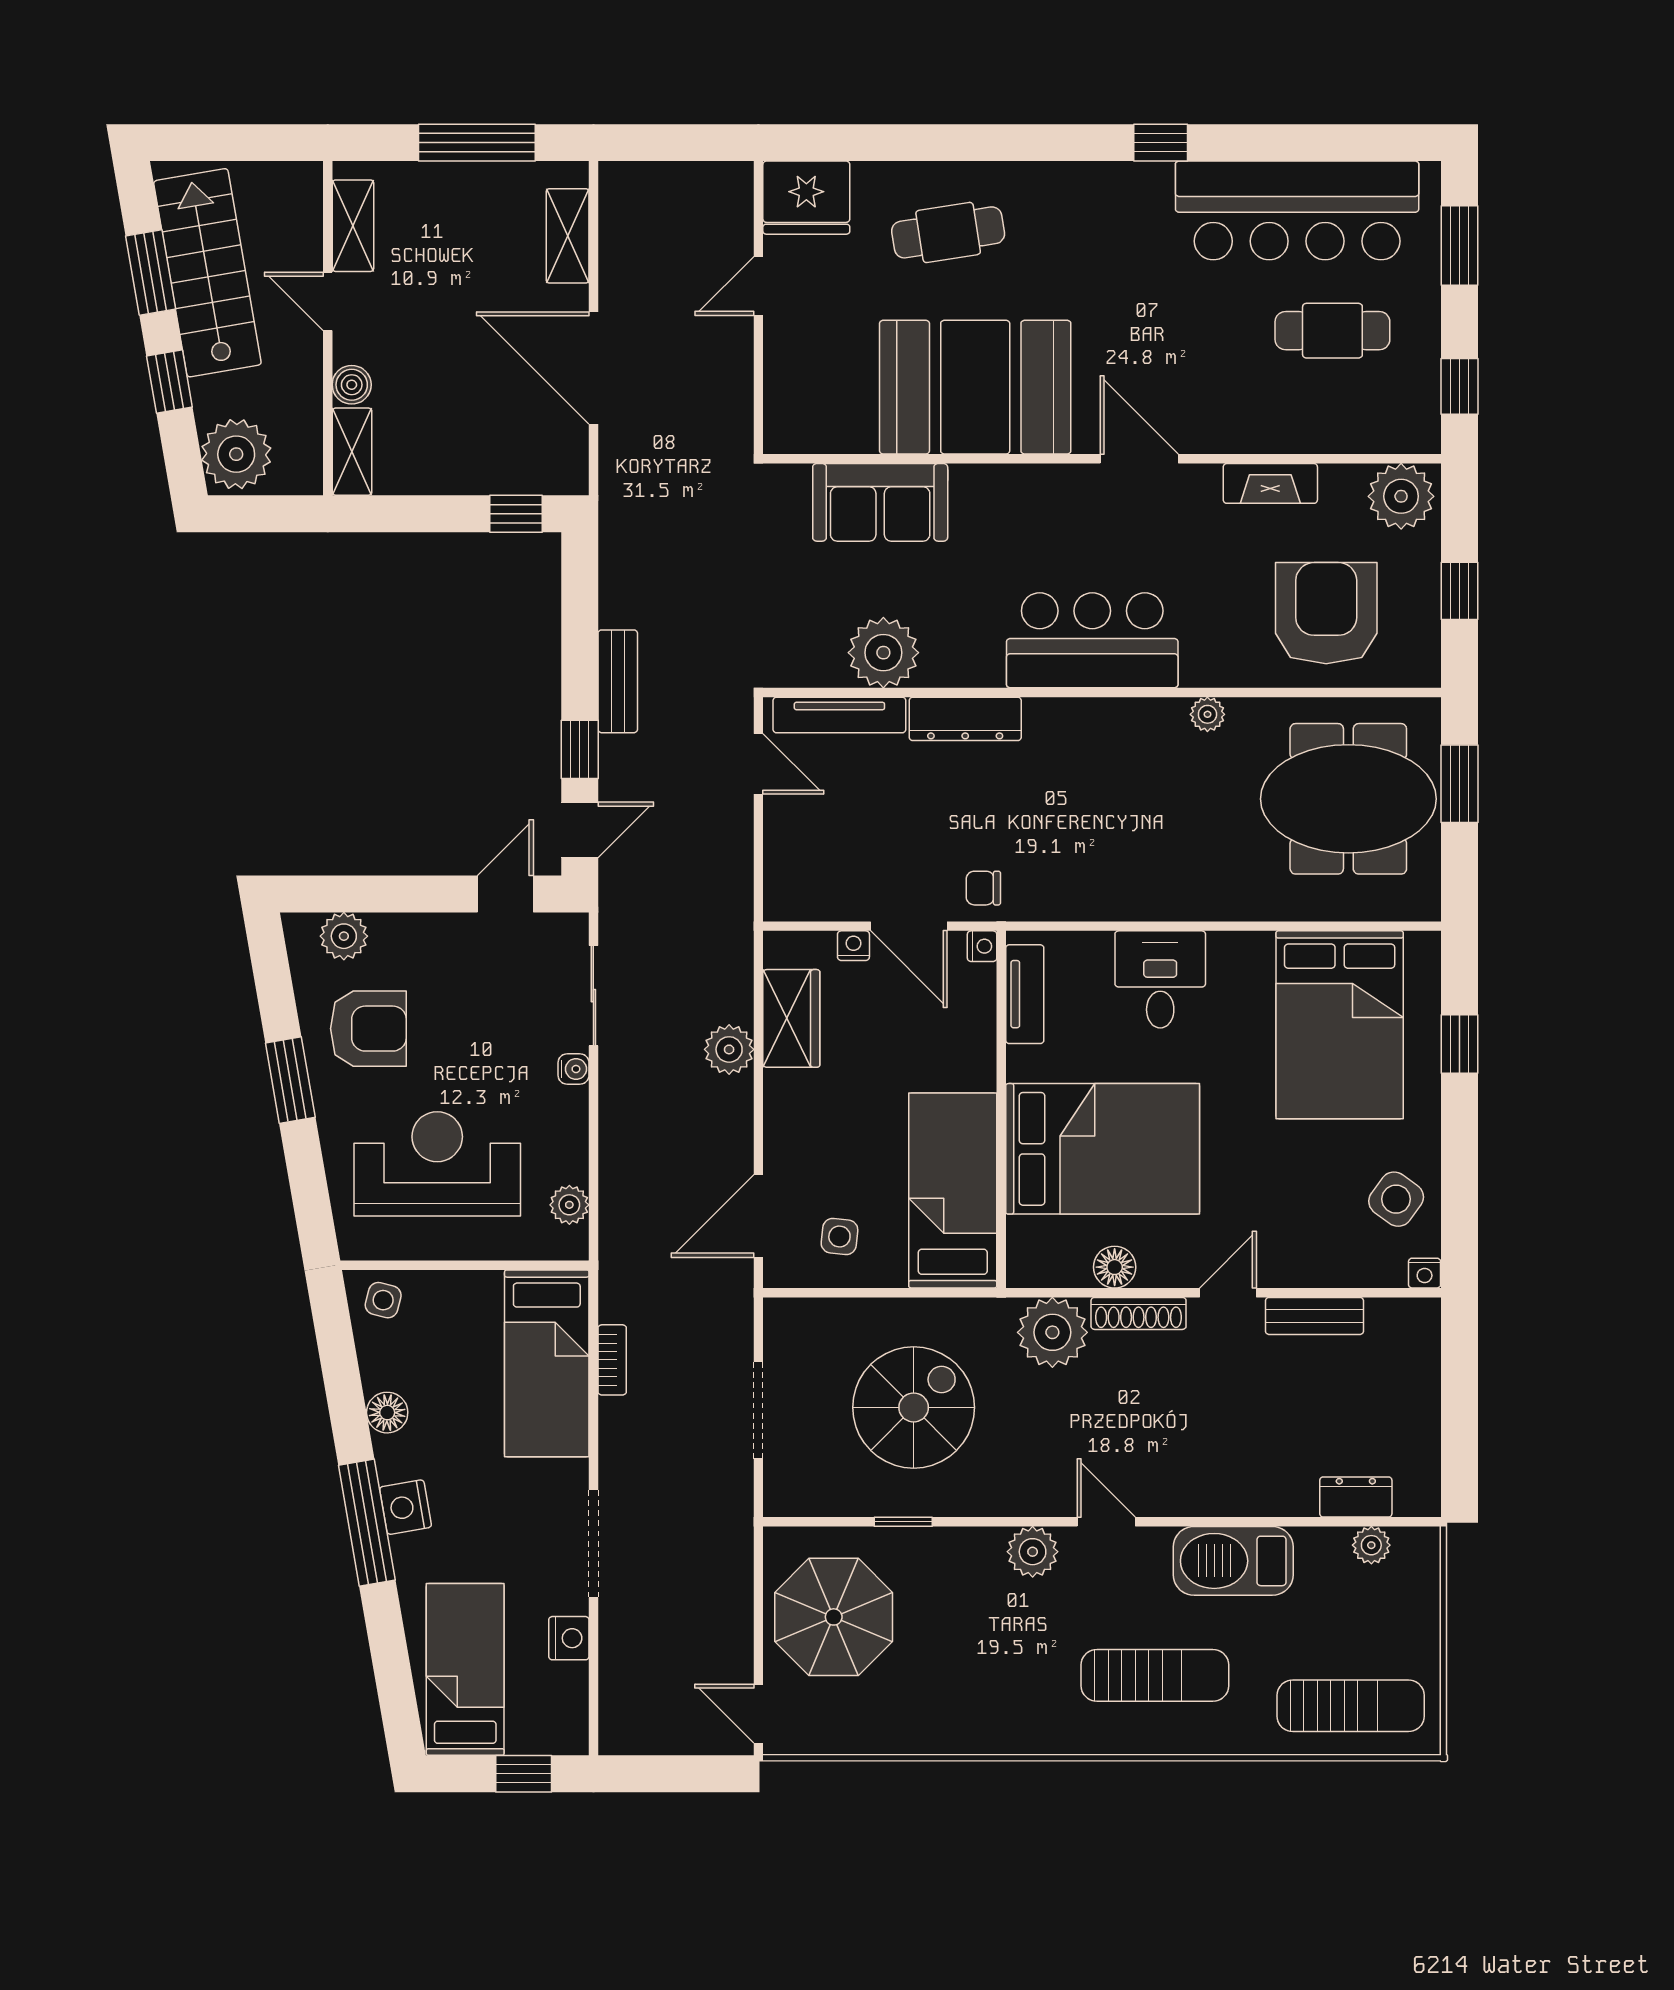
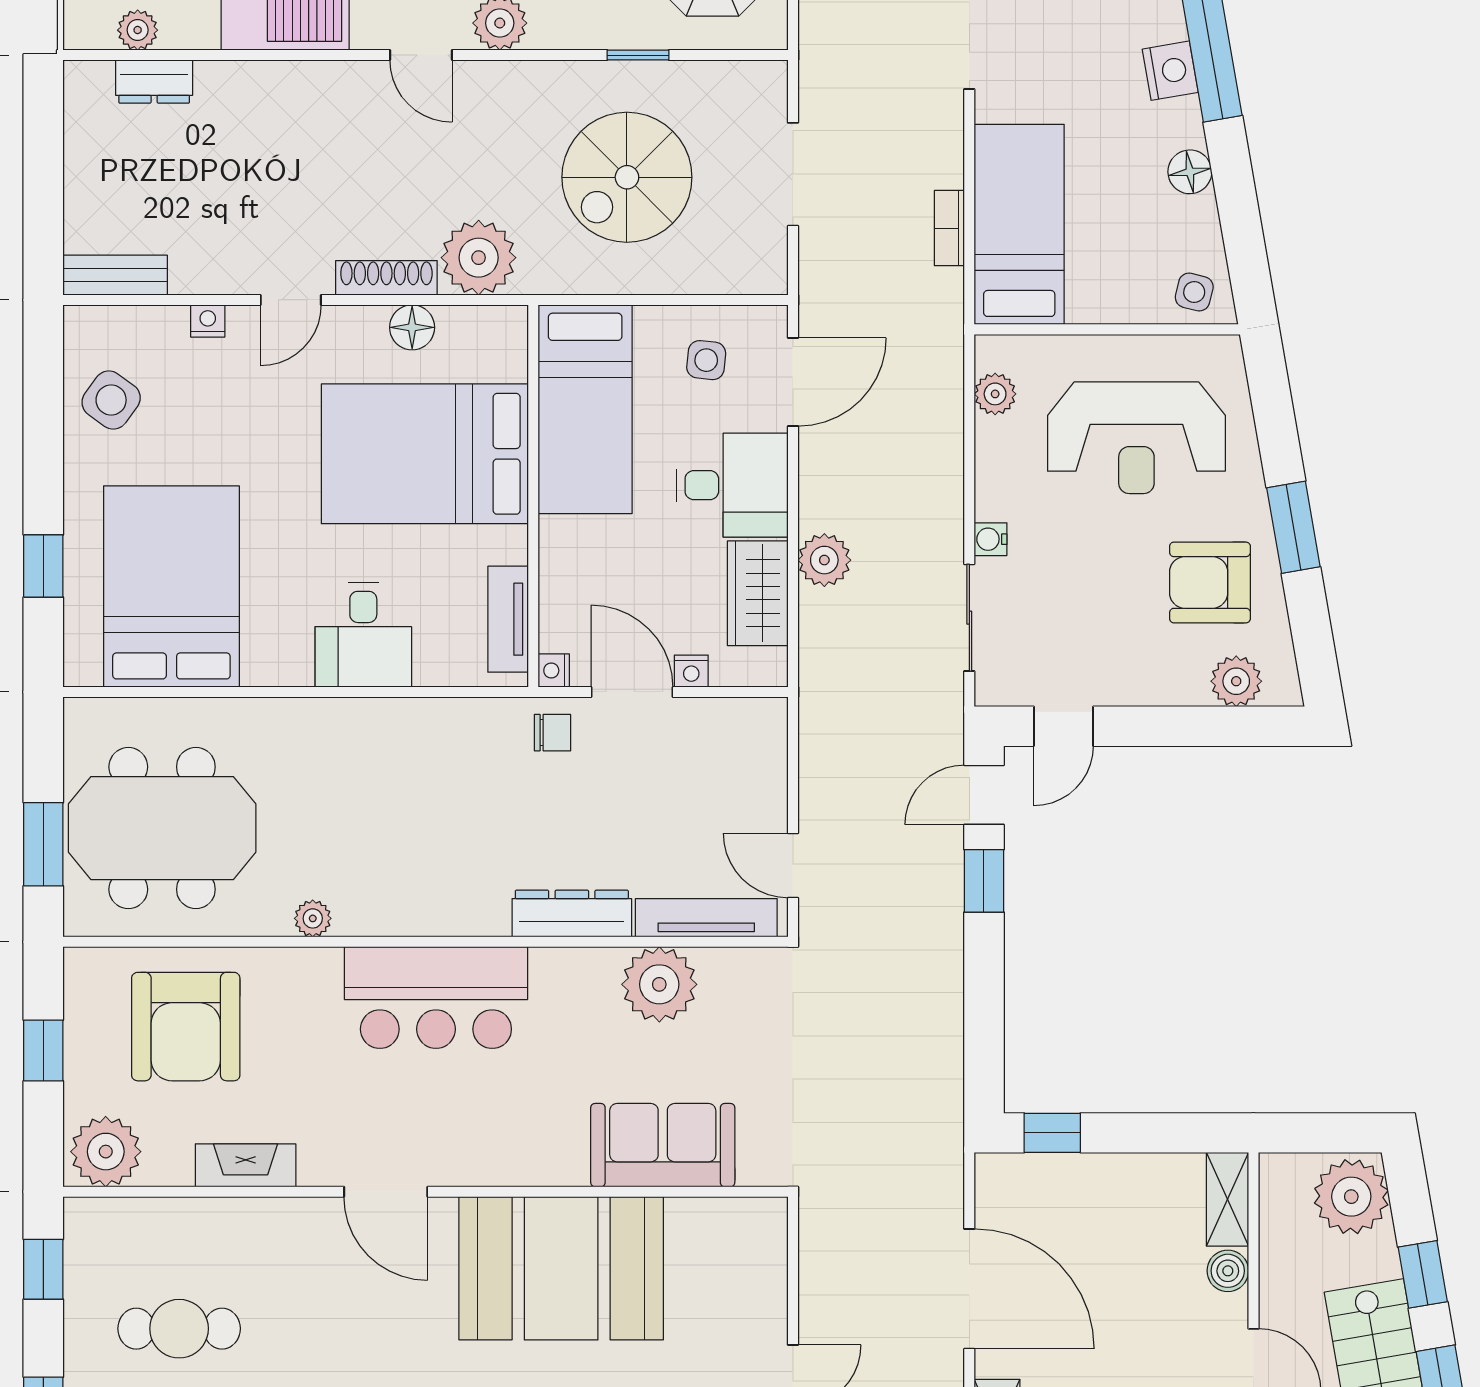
bench: (618, 681) -> (943, 954), removed
desk: (815, 1120) -> (732, 485), added
nightstand: (1425, 1273) -> (208, 321), moved
bench: (1314, 1316) -> (115, 275), moved

